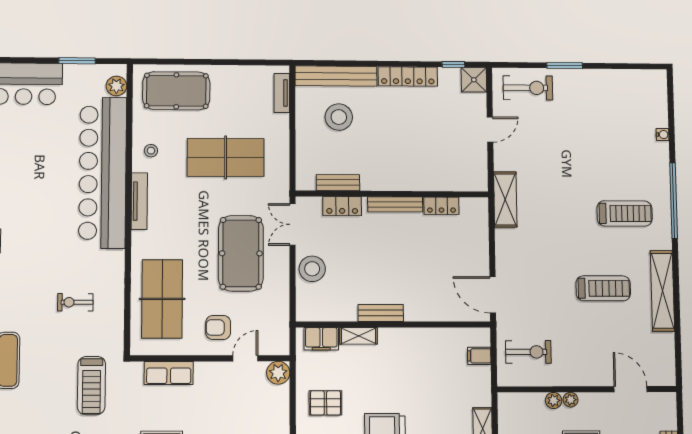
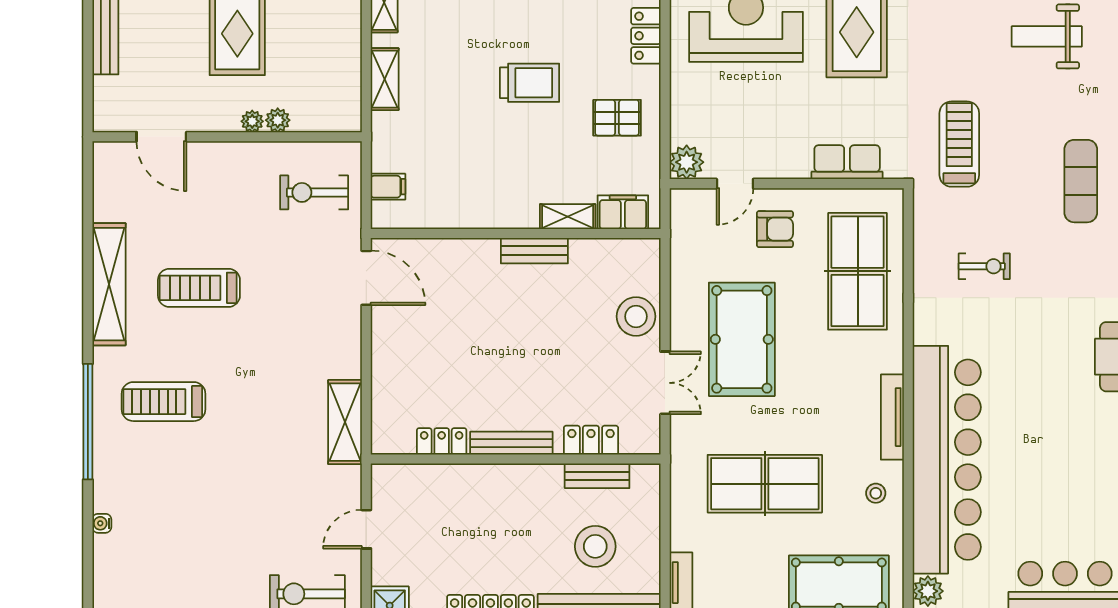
bench: (338, 183) -> (597, 476), moved
wall: (392, 194) -> (516, 459), moved
bench: (395, 204) -> (511, 443), moved
locker: (342, 206) -> (591, 440), moved
locker: (441, 206) -> (442, 441), moved

